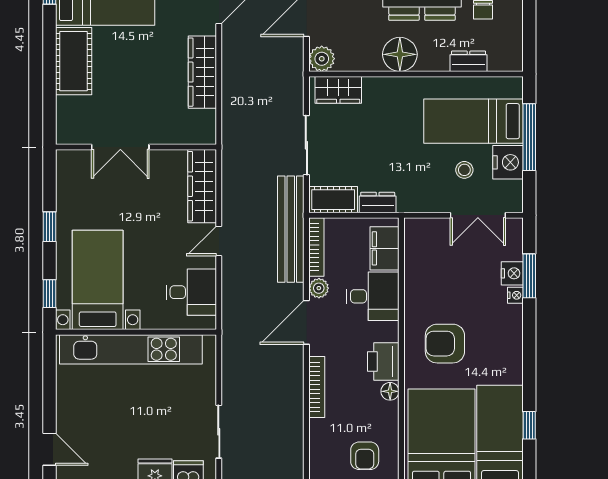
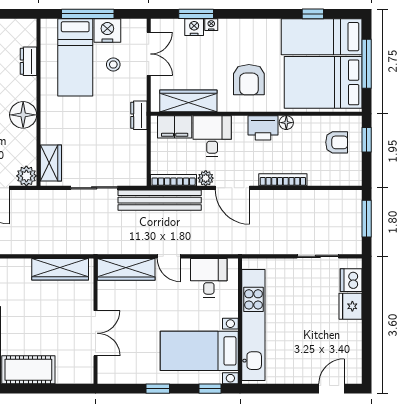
wardrobe: (202, 72) -> (60, 269), moved
cot: (333, 200) -> (137, 167), removed
dresser: (378, 203) -> (139, 115), moved
wardrobe: (418, 266) -> (188, 101), added

